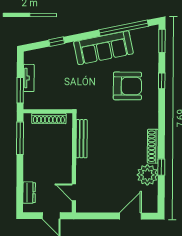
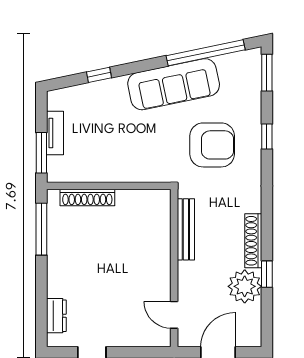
bench: (82, 139) -> (186, 229), moved
wall: (74, 163) -> (174, 268), moved
door: (74, 192) -> (174, 315), moved

